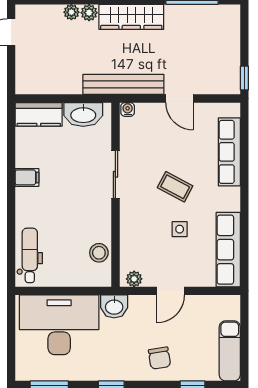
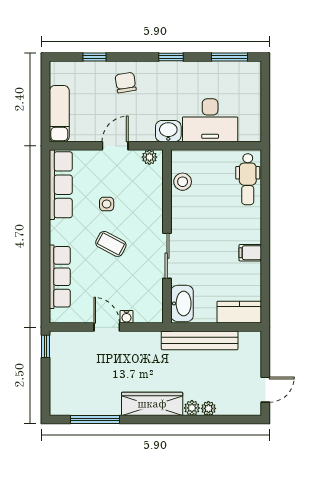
bench: (123, 84) -> (200, 340), moved
water cooler: (128, 109) -> (127, 317), moved
washbasin: (83, 115) -> (182, 303), moved, turned 90
desk: (59, 325) -> (210, 120), width x0.73, depth x0.77
exam couch: (230, 351) -> (59, 114), moved

